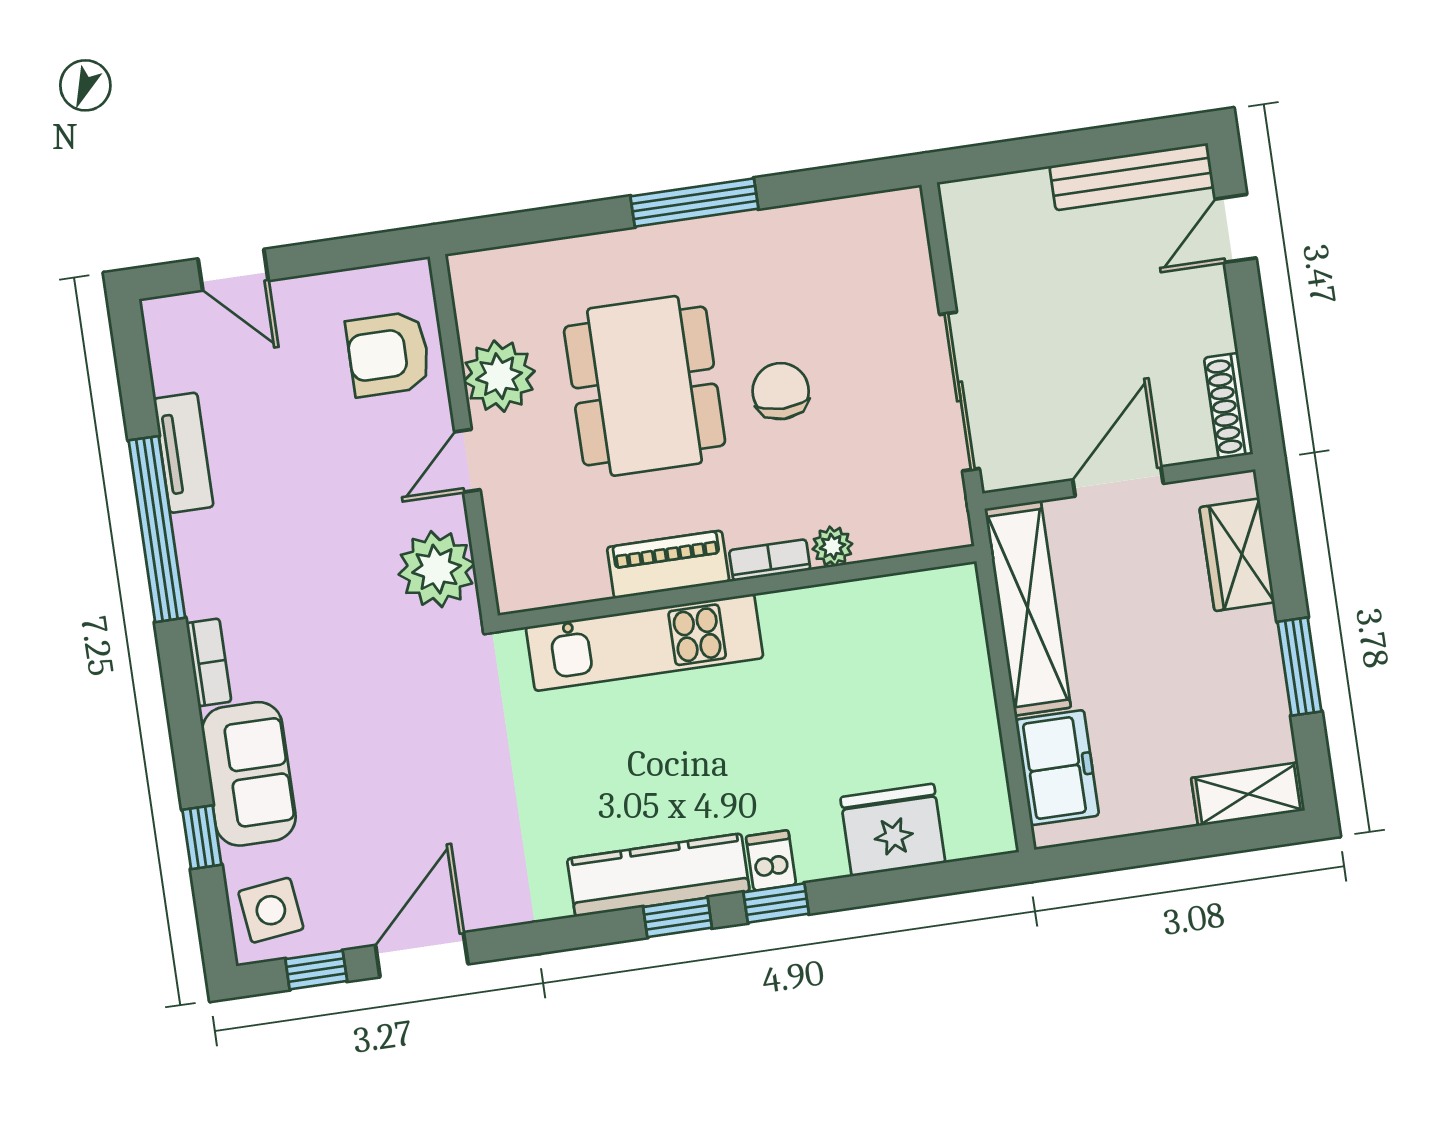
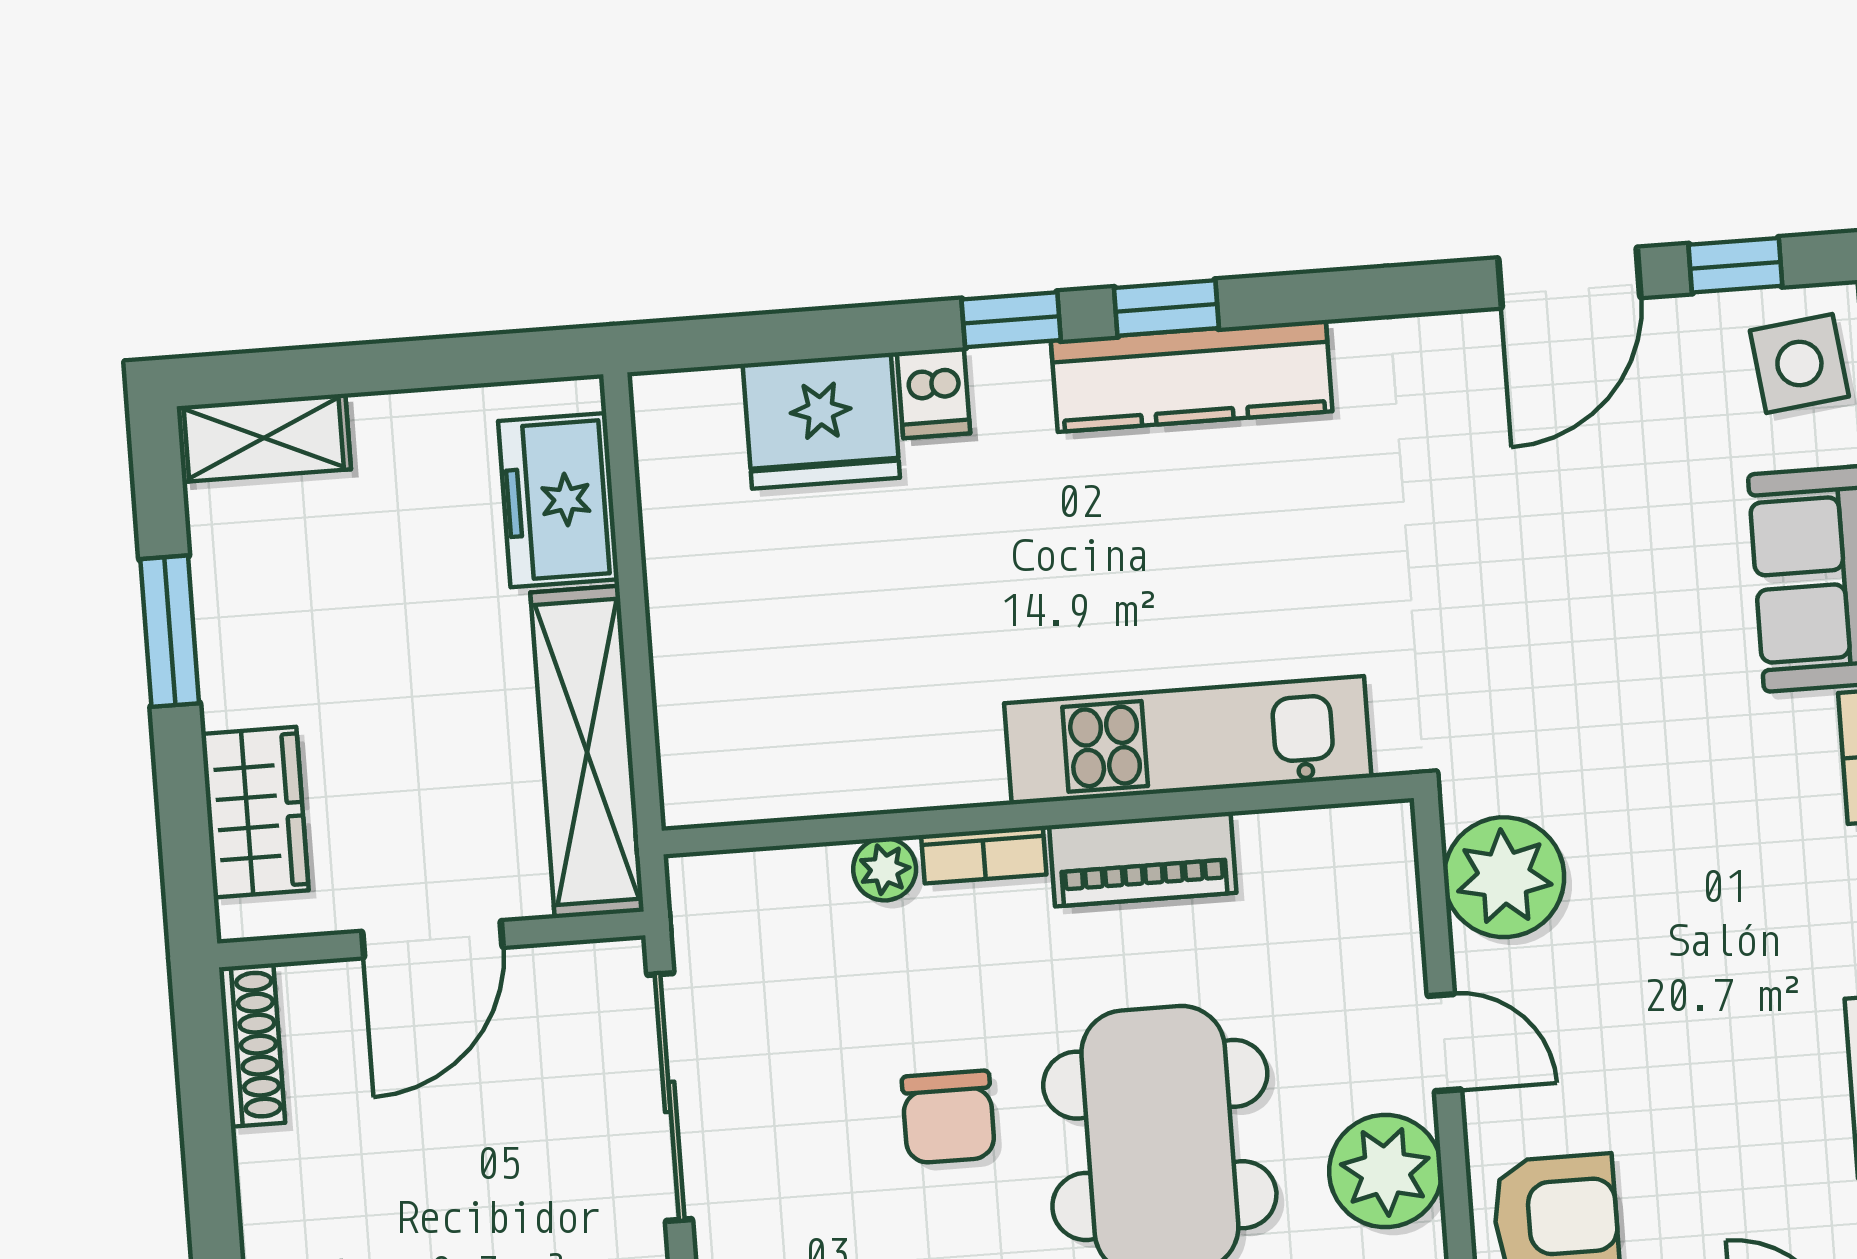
door: (467, 461) -> (1444, 1043), hinge flipped
dishwasher: (771, 860) -> (934, 393), moved

